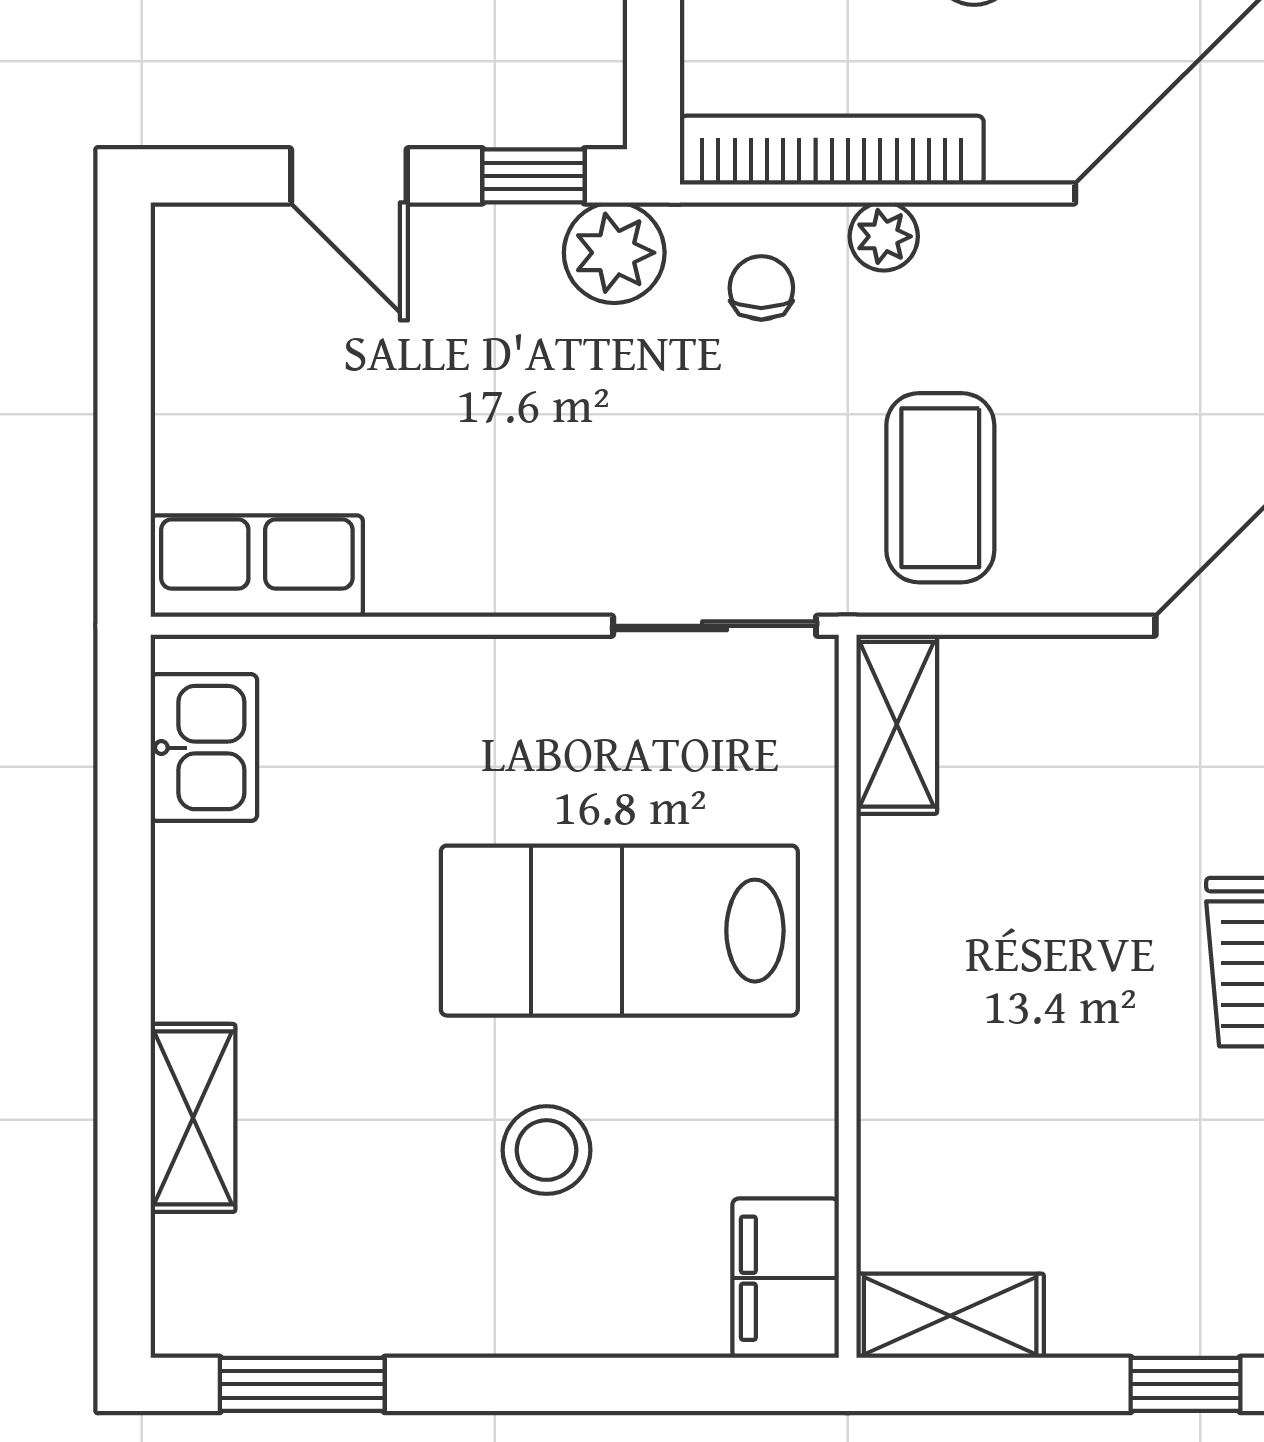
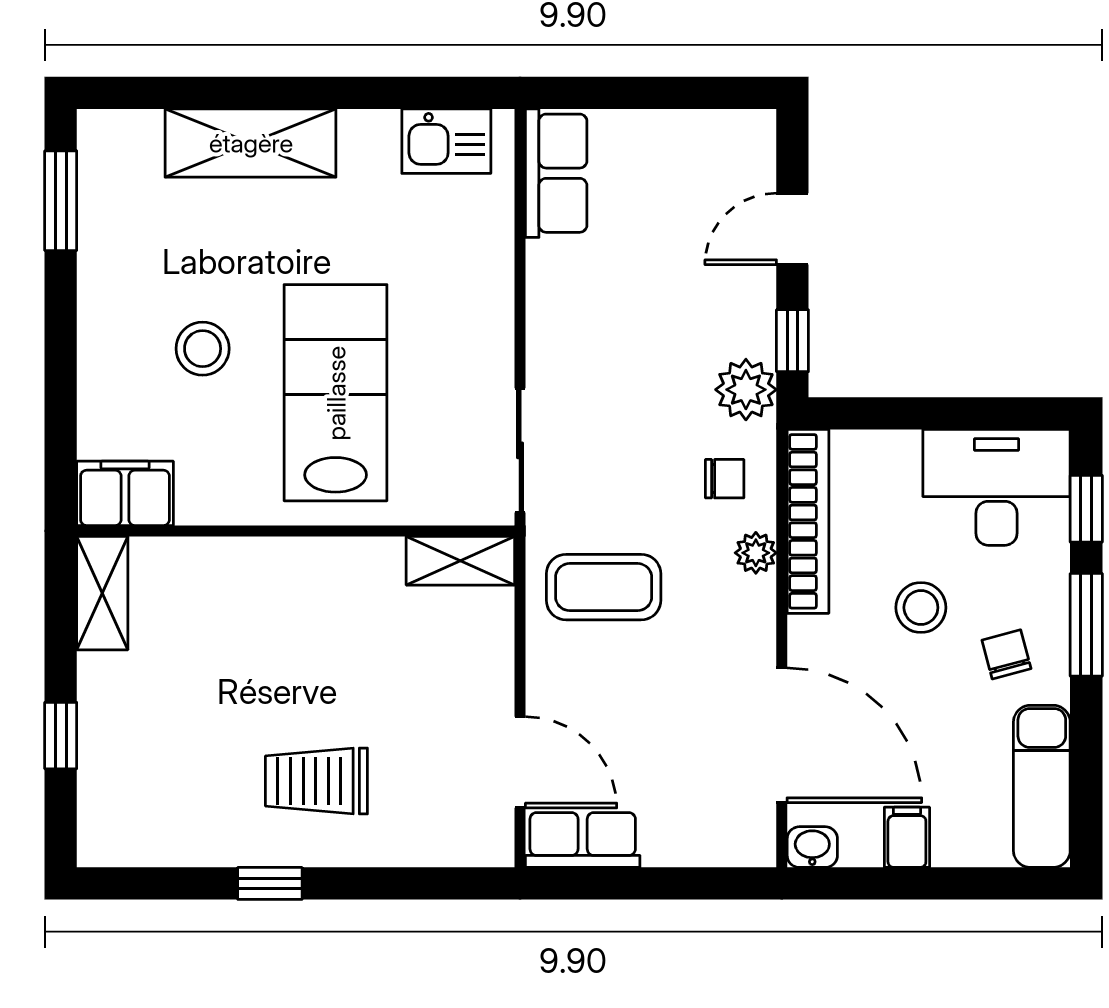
shelving: (193, 1118) -> (251, 143), width x1.50, depth x1.33

